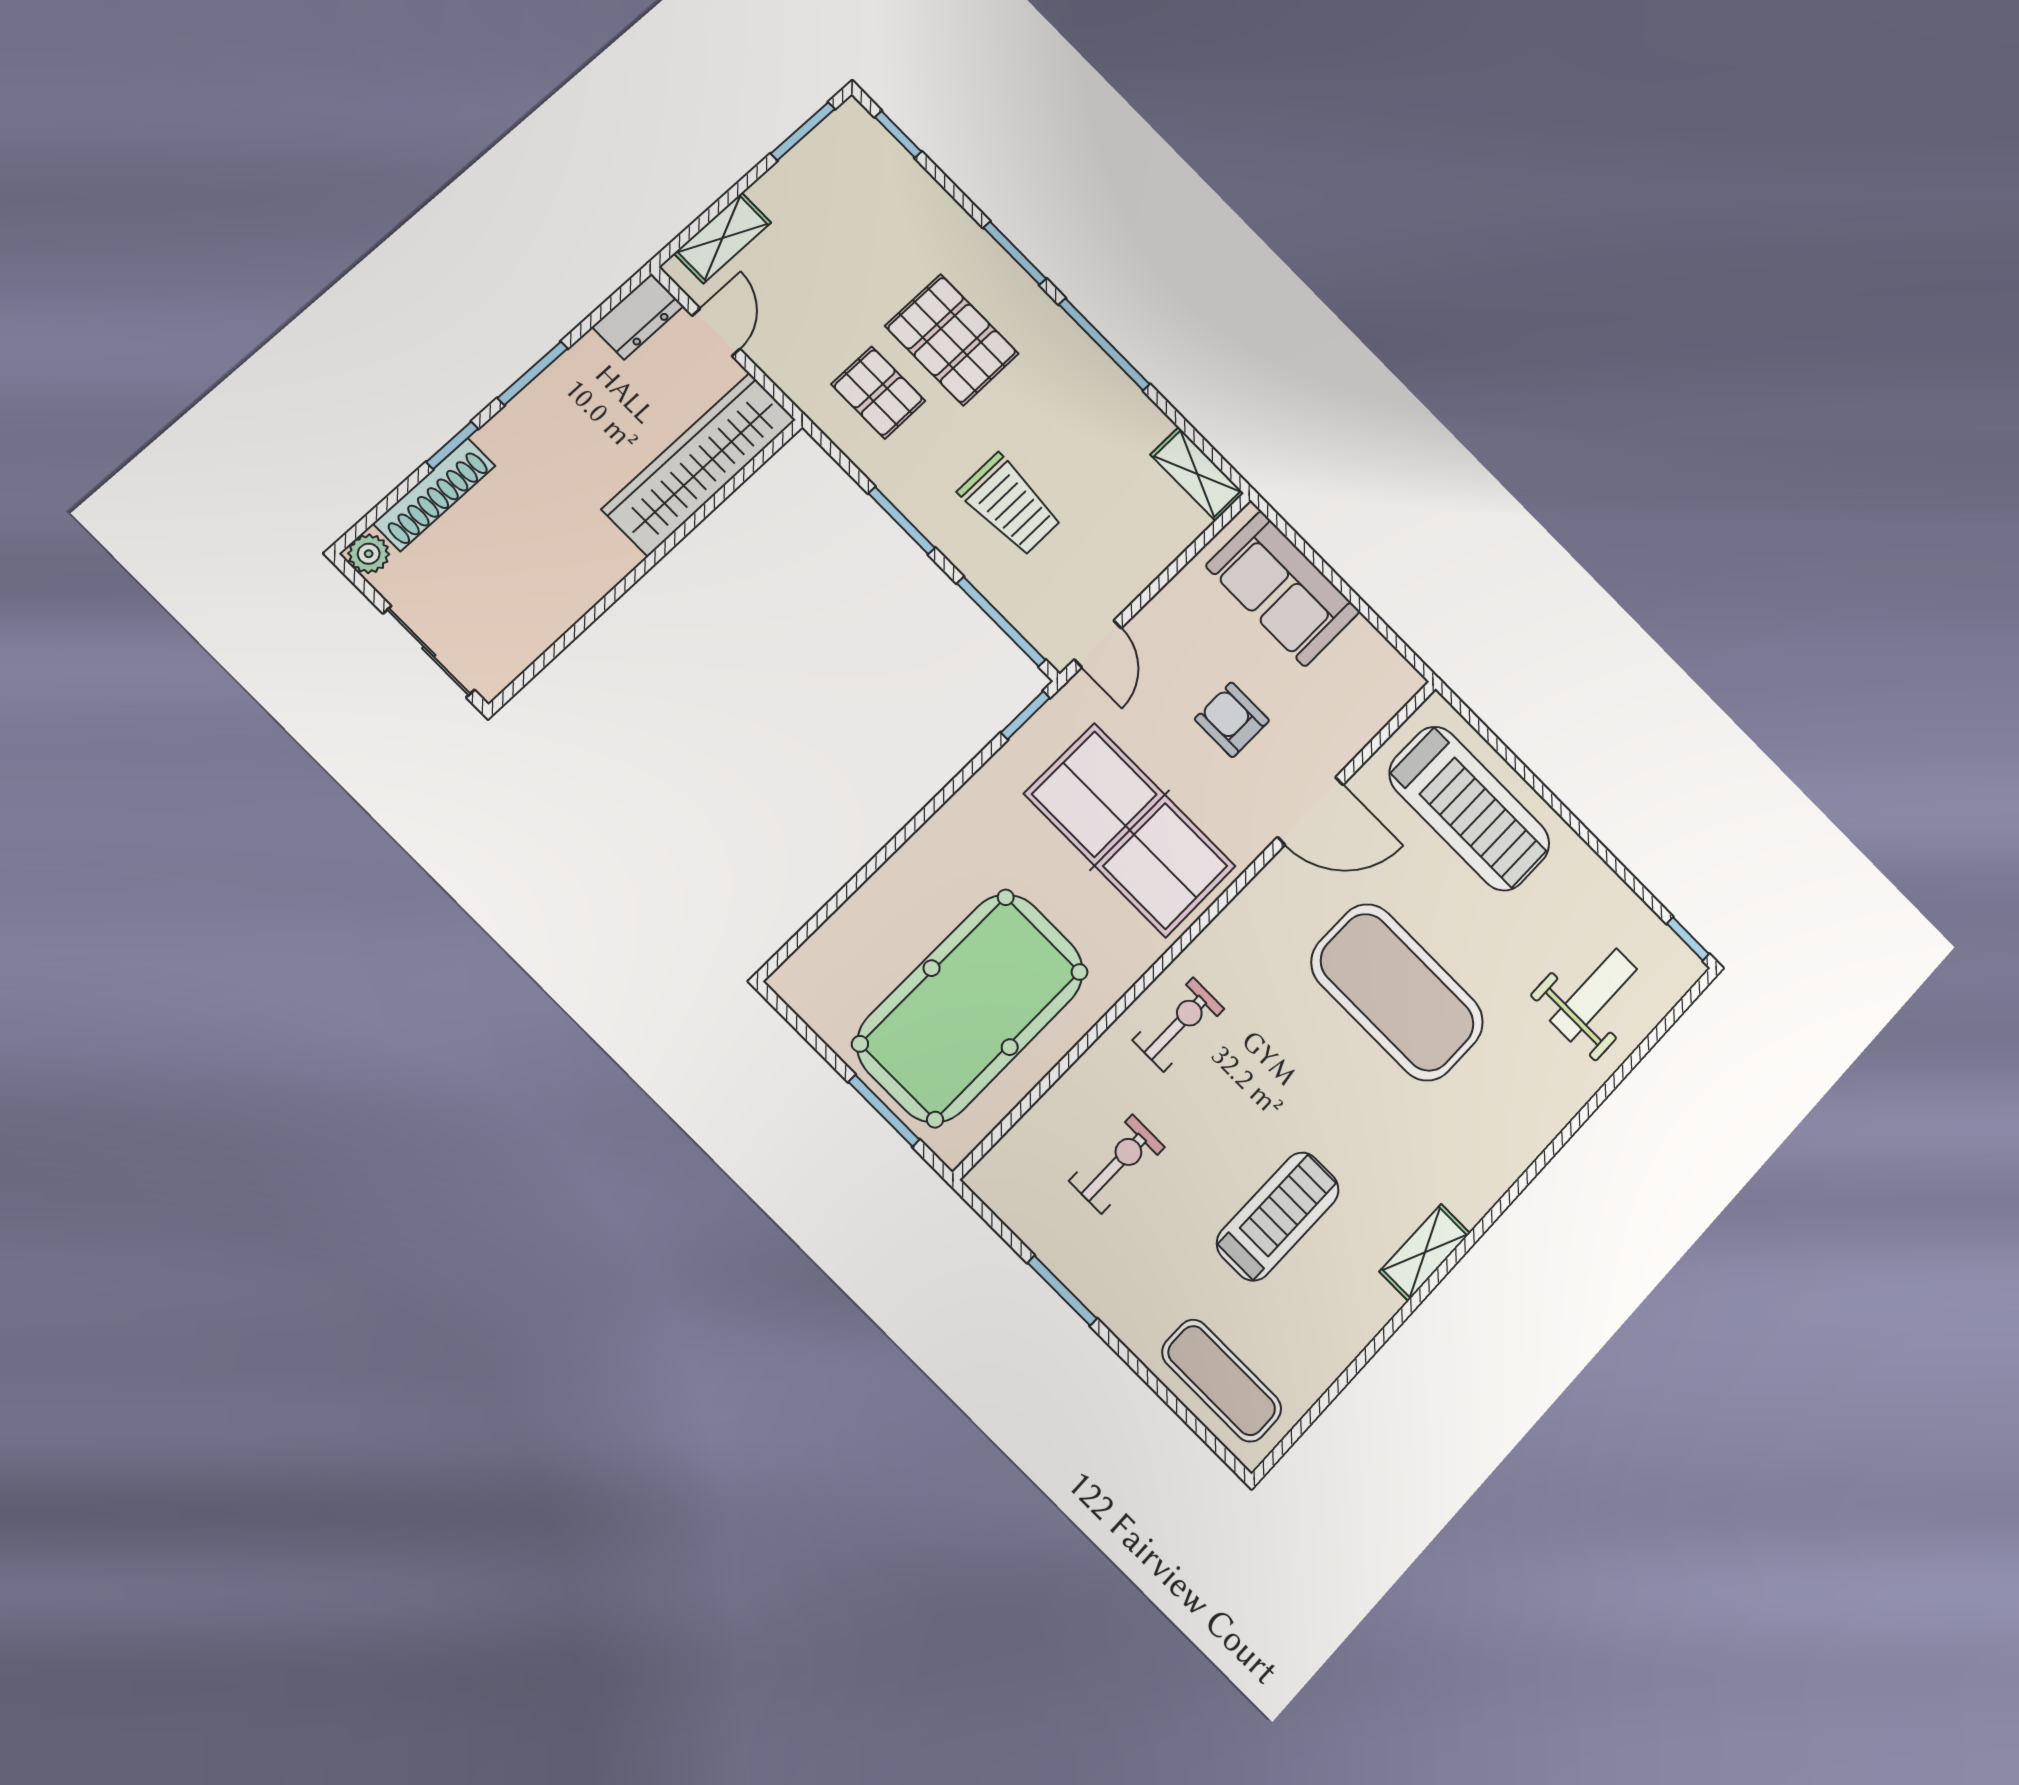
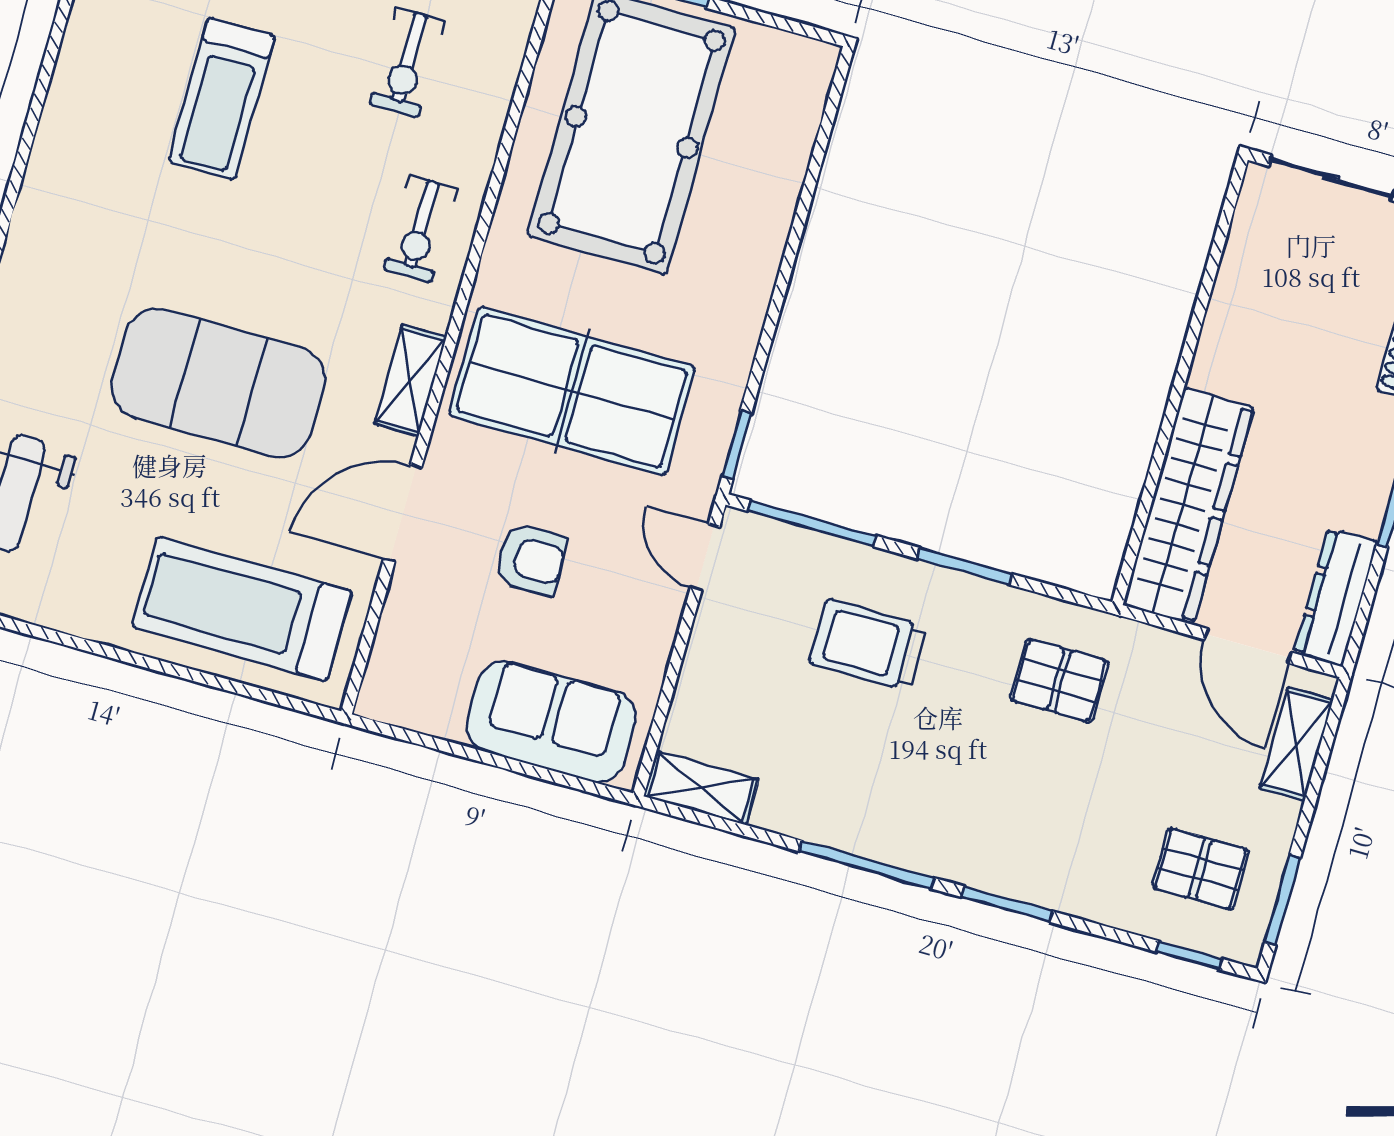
dresser: (638, 316) -> (1336, 597), width x1.44
door: (716, 332) -> (1248, 646), width x1.38
pallet: (952, 340) -> (1200, 869), moved, width x0.67, depth x0.71
shelving: (1425, 1252) -> (410, 380), moved

